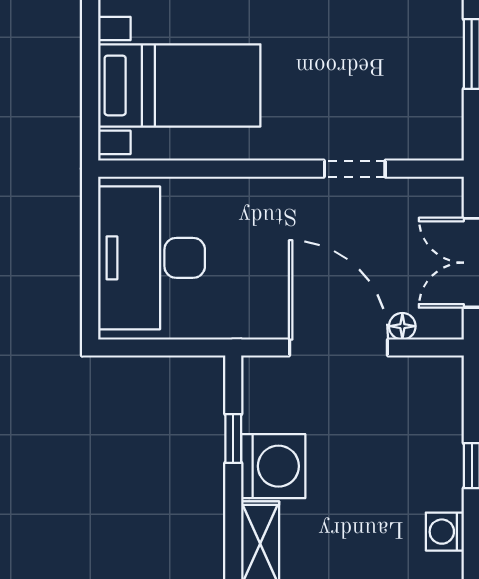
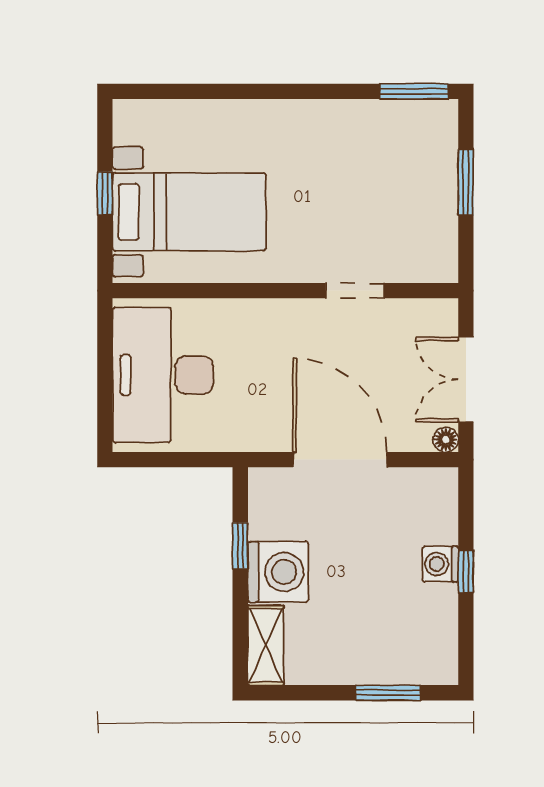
window: (90, 66) -> (105, 193), added
floor lamp: (402, 326) -> (446, 440), moved
washing machine: (445, 532) -> (440, 564), moved

